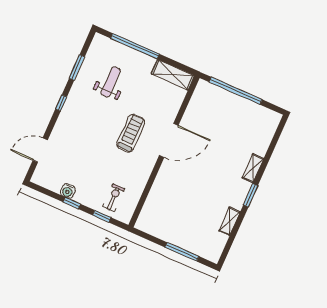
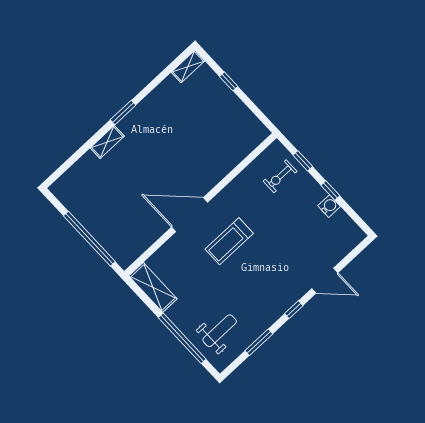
weight bench: (111, 82) -> (220, 331), moved, turned 180
door: (40, 150) -> (325, 281), moved
shelving: (230, 221) -> (188, 67), moved
window: (182, 252) -> (229, 81), width x0.46

